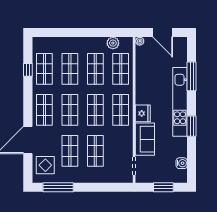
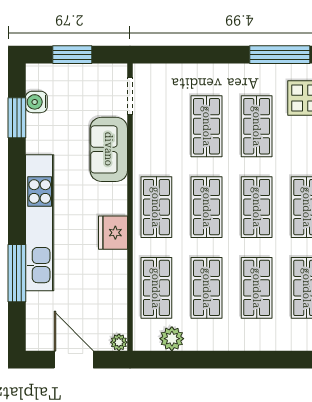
fridge: (143, 113) -> (113, 233), moved
window: (192, 126) -> (17, 118), moved

